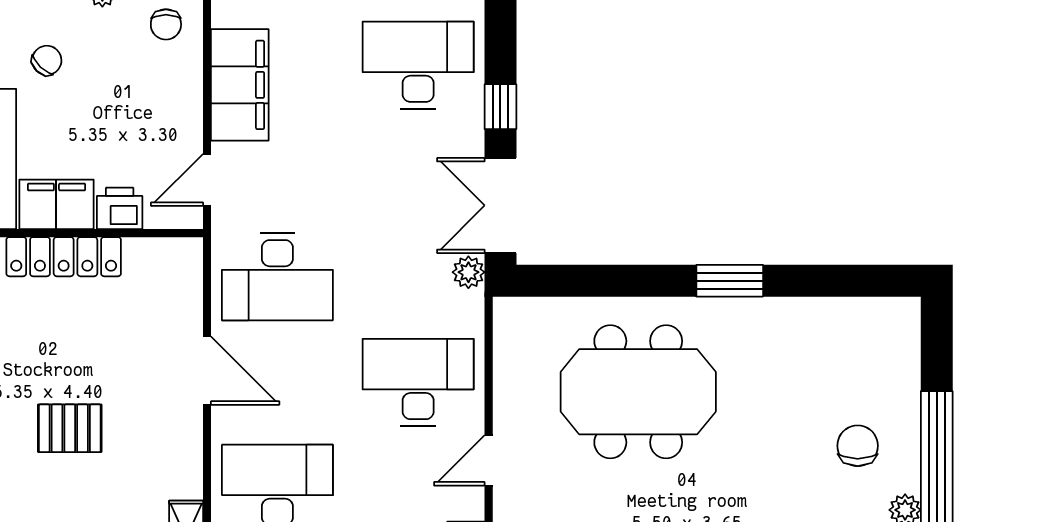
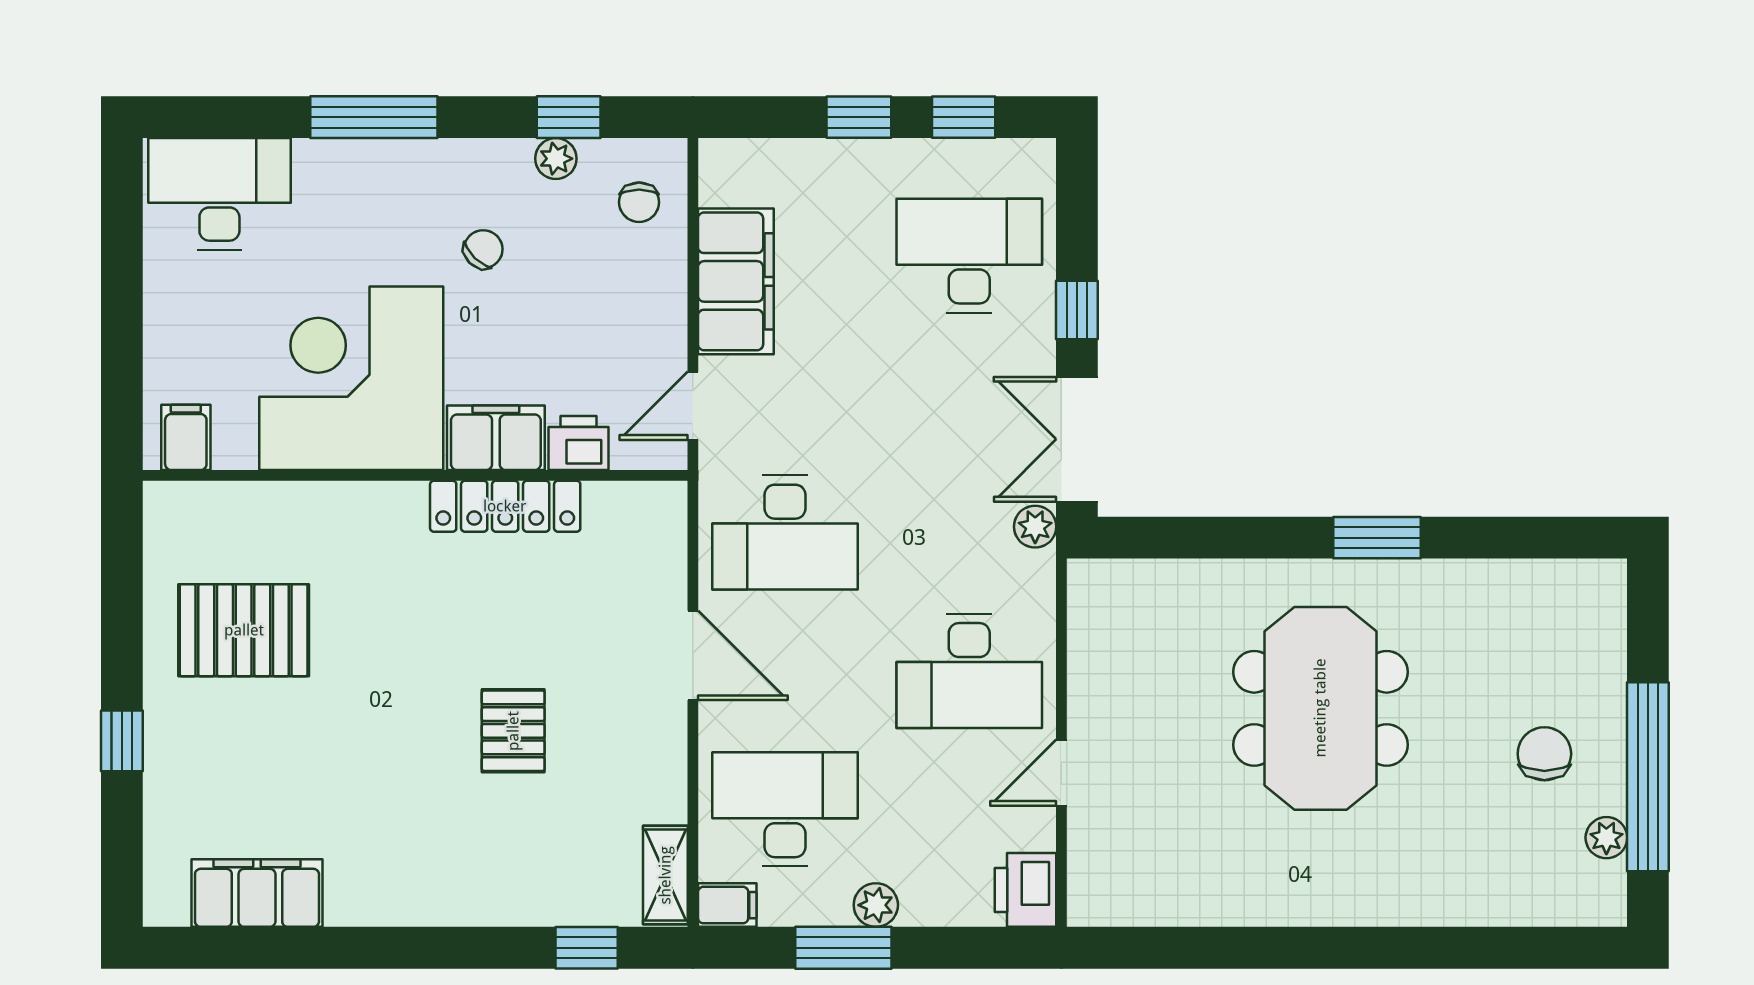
desk: (418, 382) -> (969, 671), turned 180
meeting table: (638, 392) -> (1320, 708), moved, turned 90
pallet: (70, 428) -> (513, 731), turned 90

